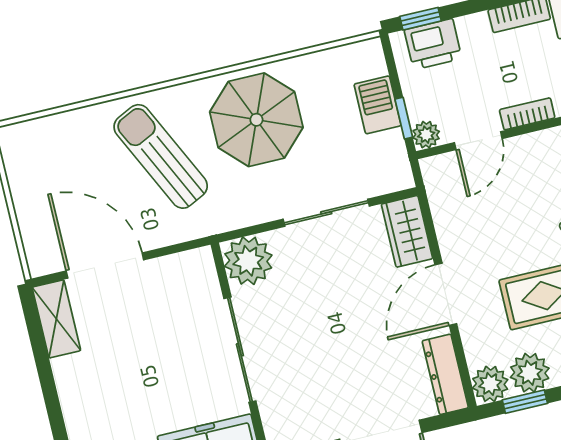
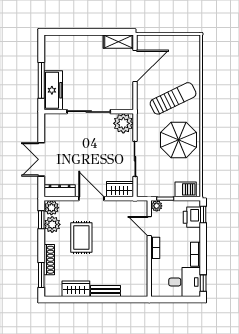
barbecue: (378, 105) -> (186, 189), moved

